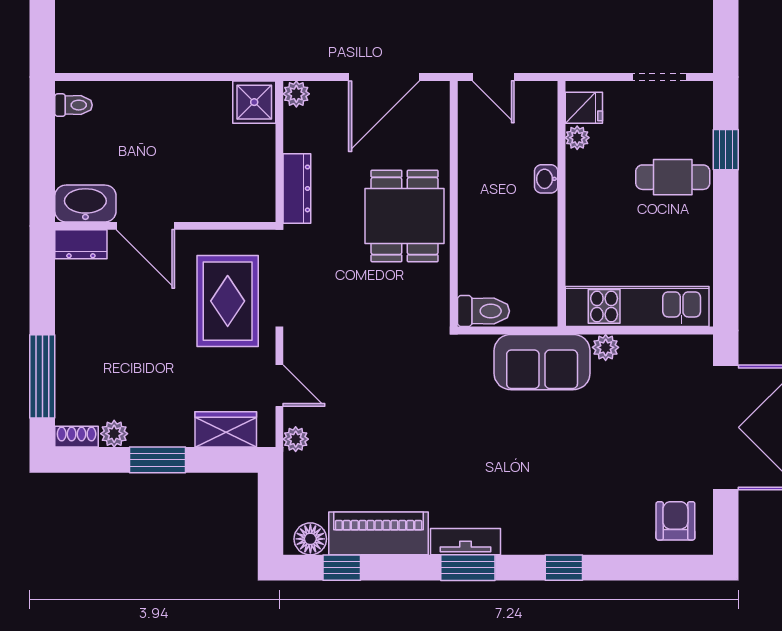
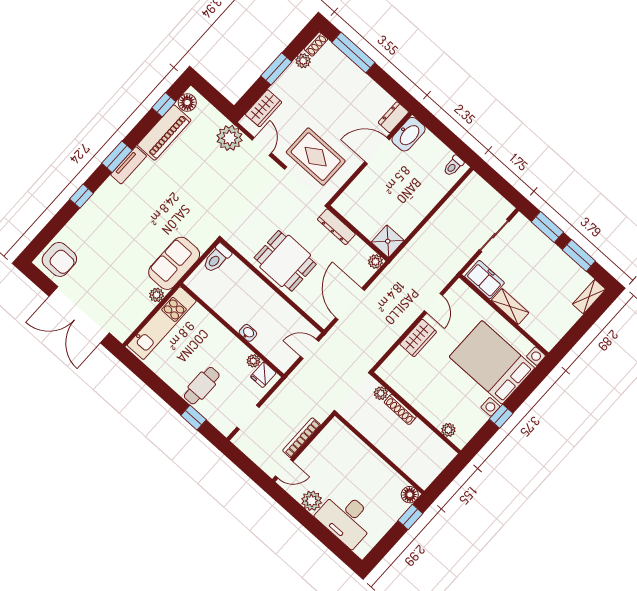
door: (279, 386) -> (262, 147), swing flipped
plant: (296, 439) -> (230, 138), width x1.88, depth x1.88
armchair: (675, 521) -> (59, 259), width x1.38, depth x1.38

